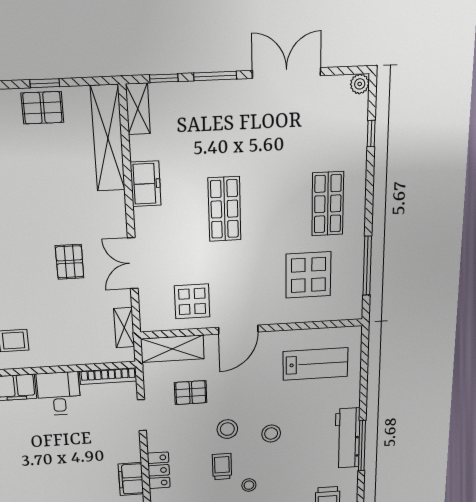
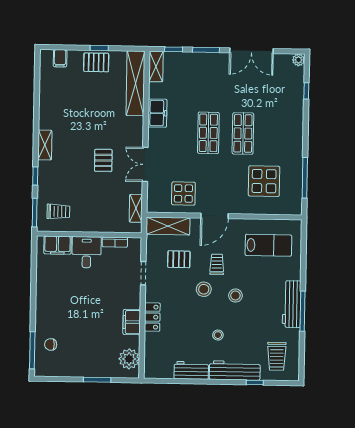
double door: (287, 73) -> (251, 51), swing flipped
shop shelf: (328, 204) -> (243, 133), moved
bookcase: (108, 376) -> (115, 242), width x0.64
trolley: (222, 467) -> (217, 264), moved

